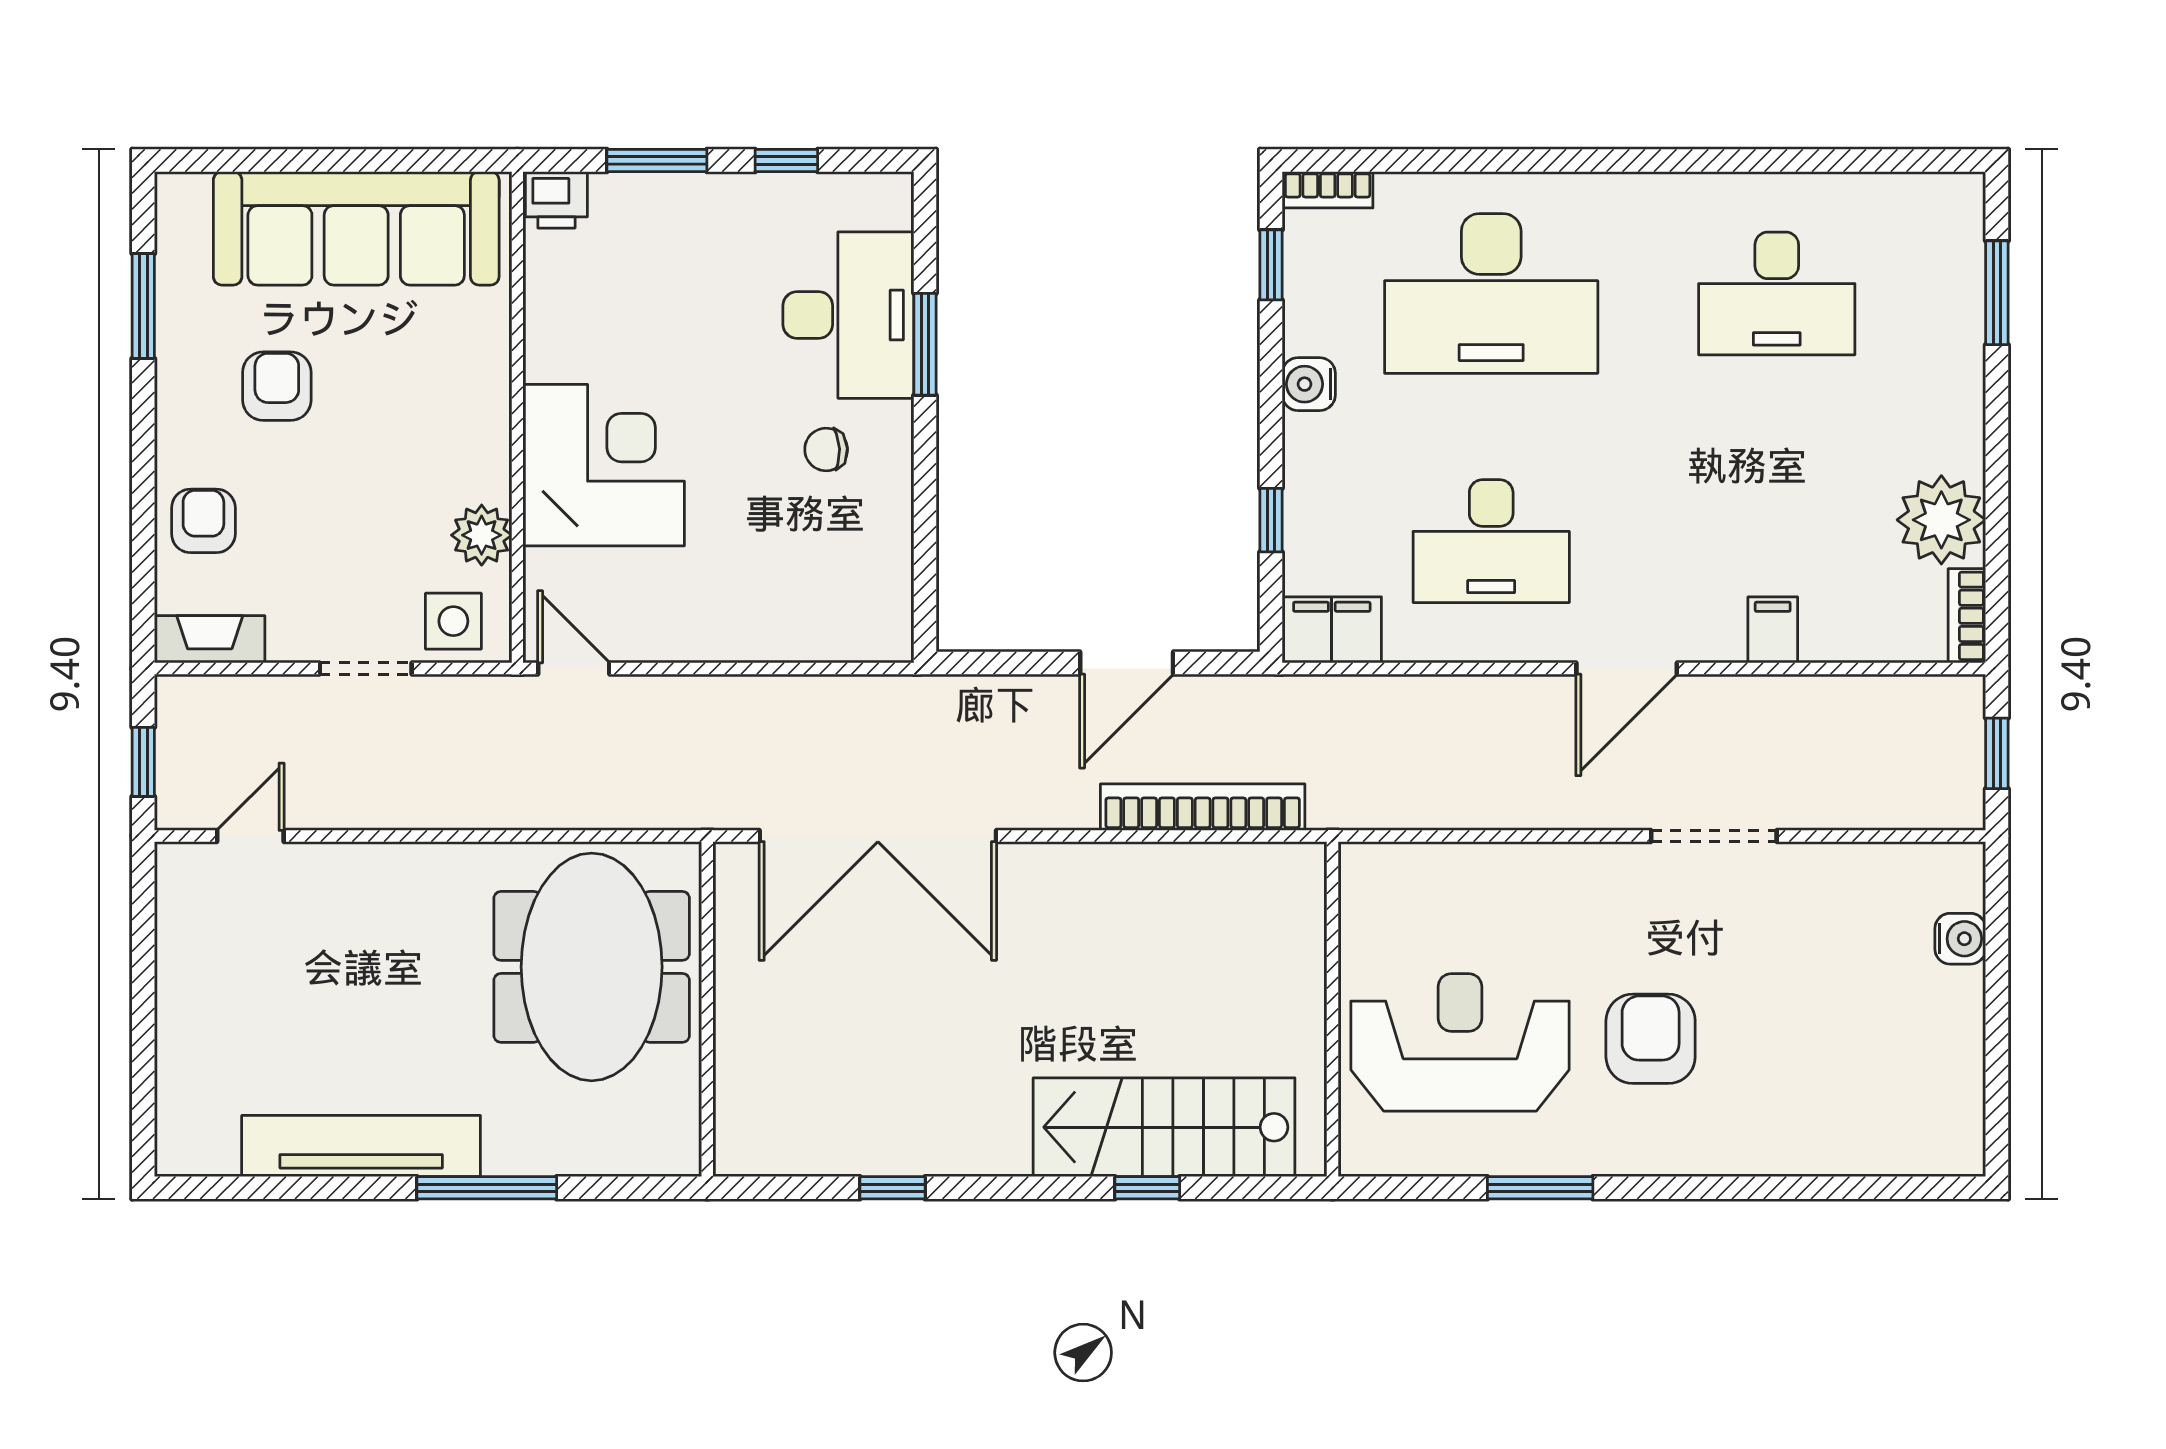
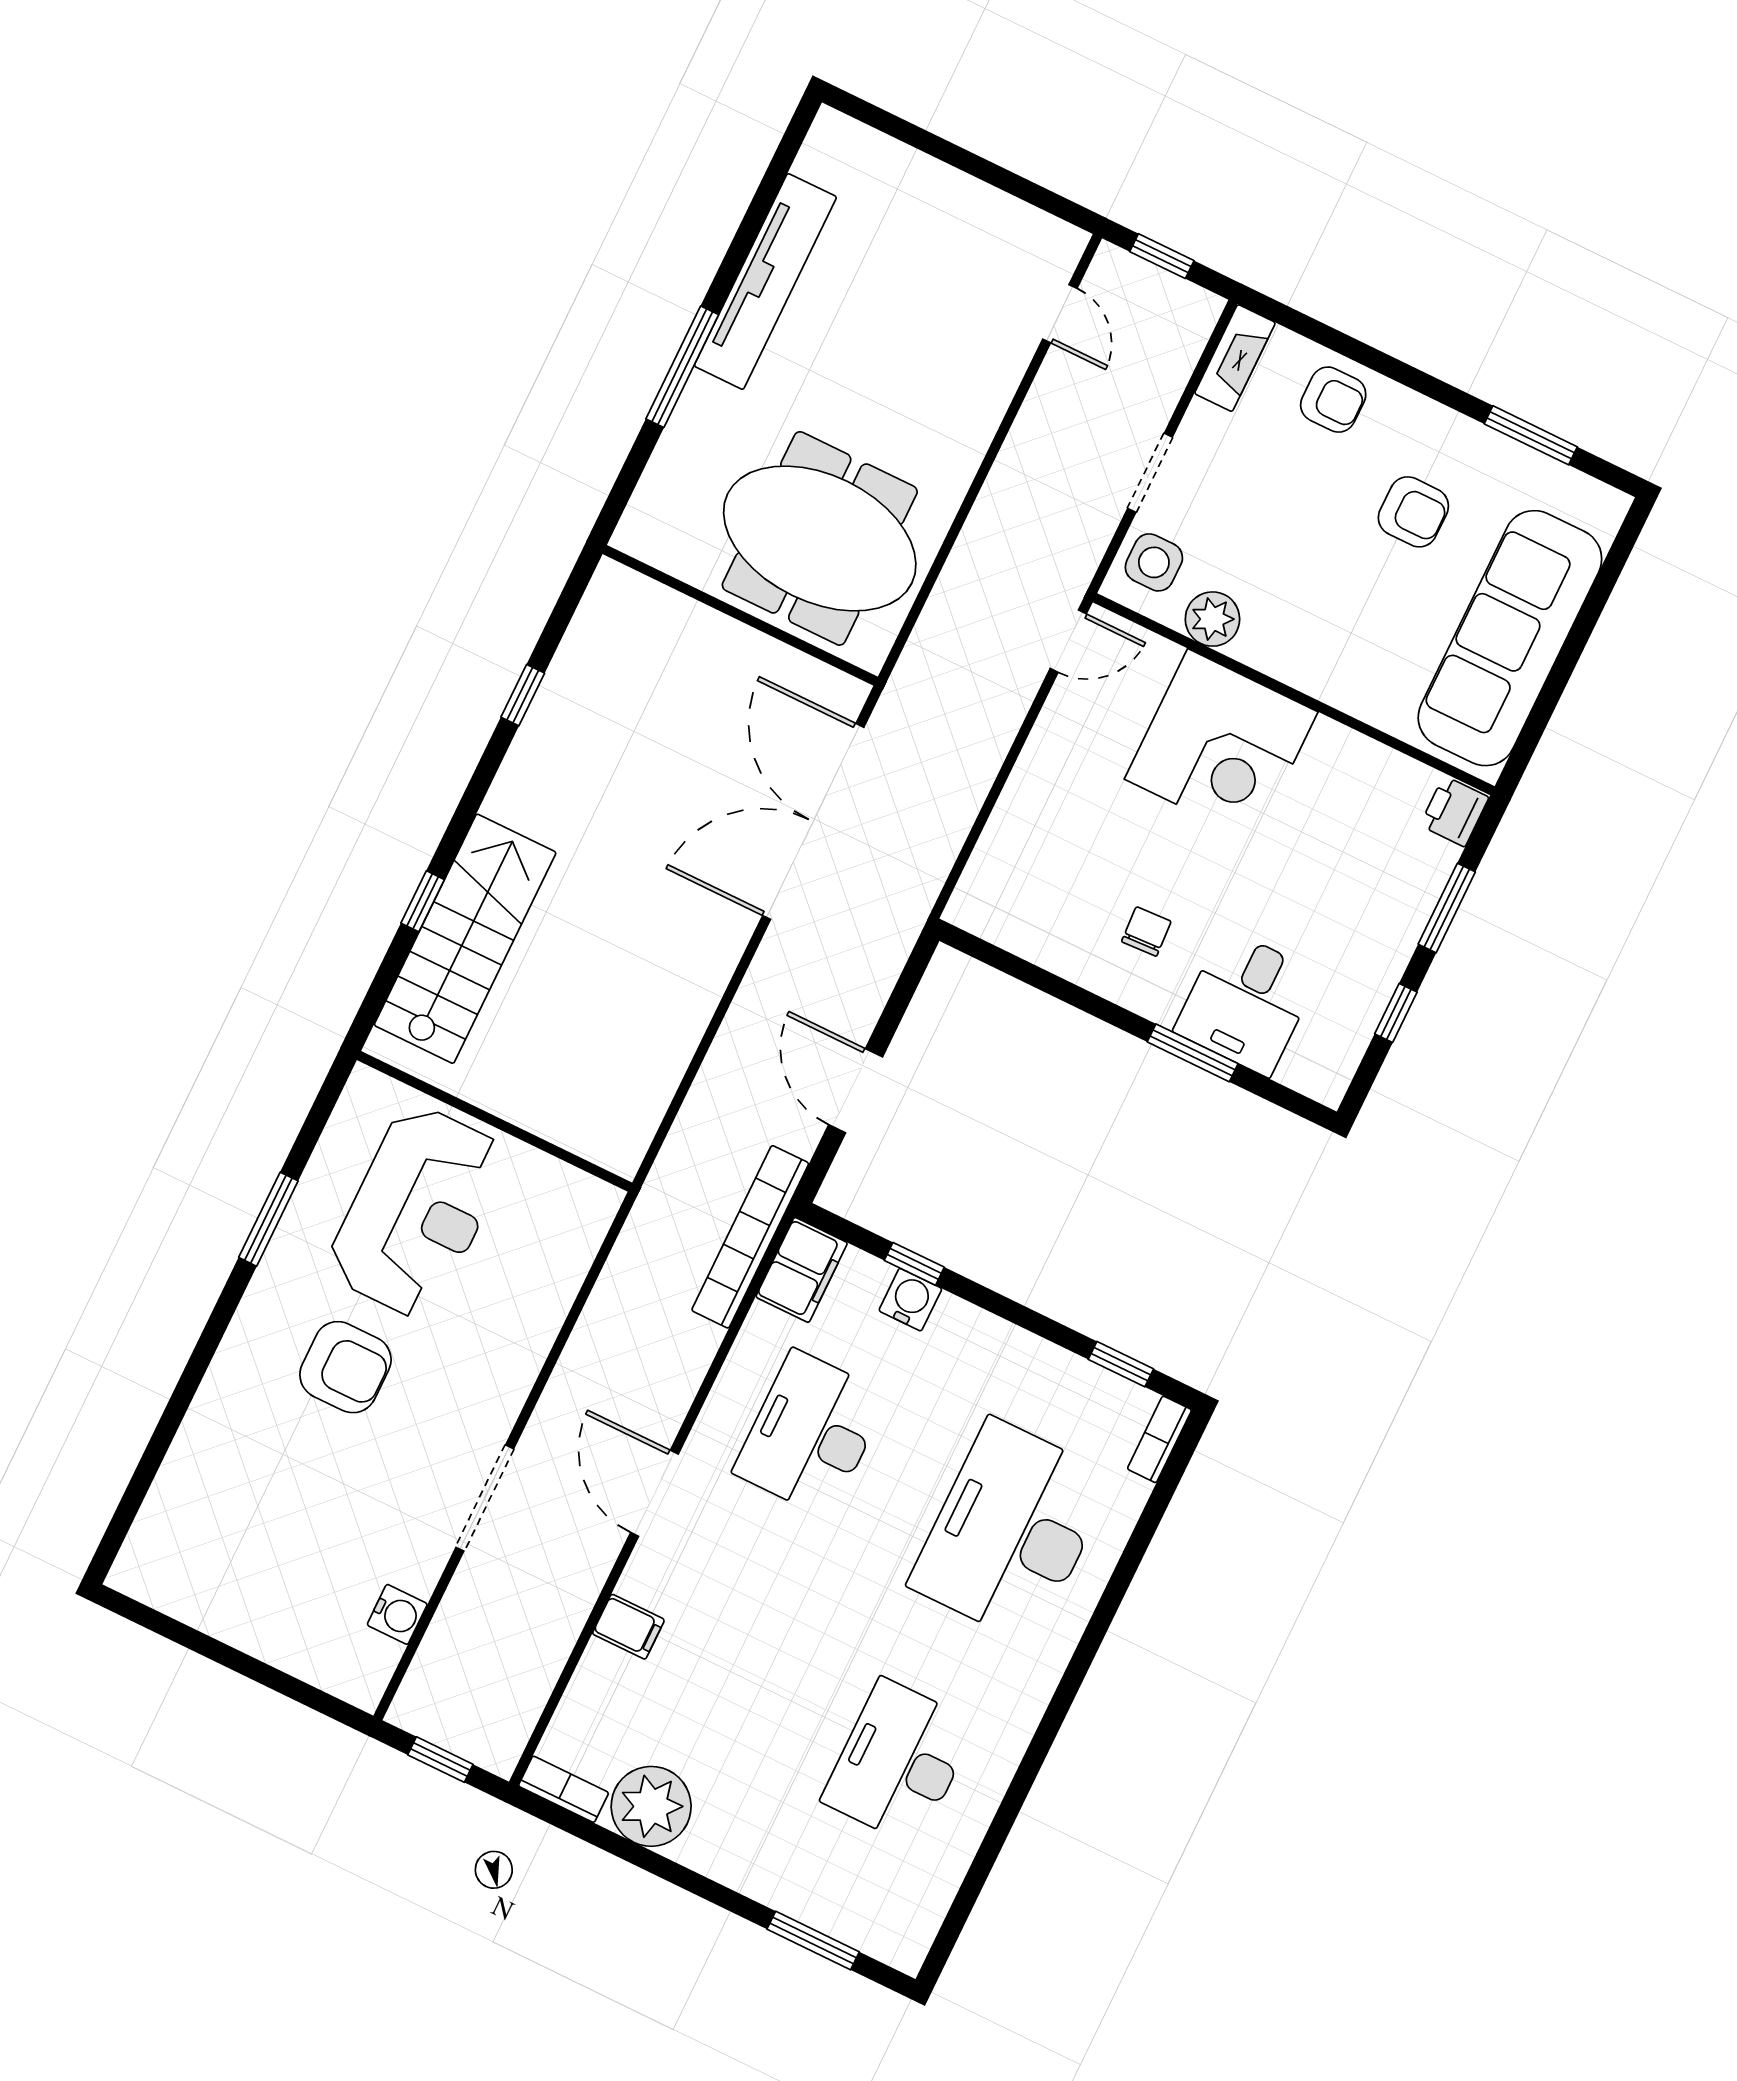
desk: (848, 315) -> (1246, 1002), width x0.73
water cooler: (1309, 384) -> (910, 1300), moved
bookcase: (1203, 807) -> (750, 1237), moved, turned 180
water cooler: (1960, 939) -> (397, 1614), moved, turned -90

